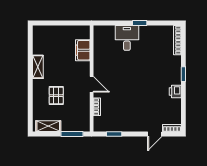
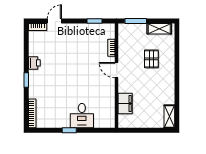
shelving: (38, 67) -> (169, 116), moved

